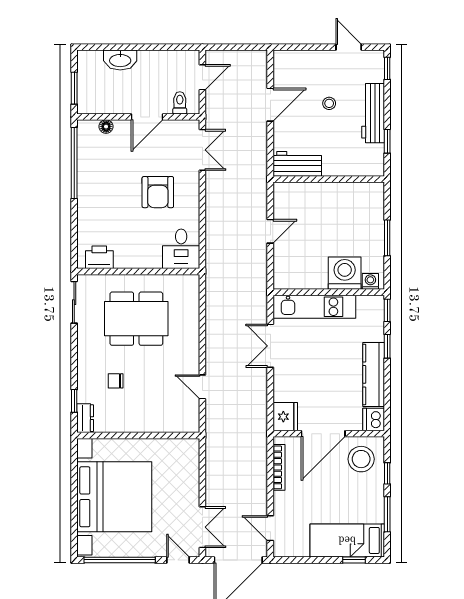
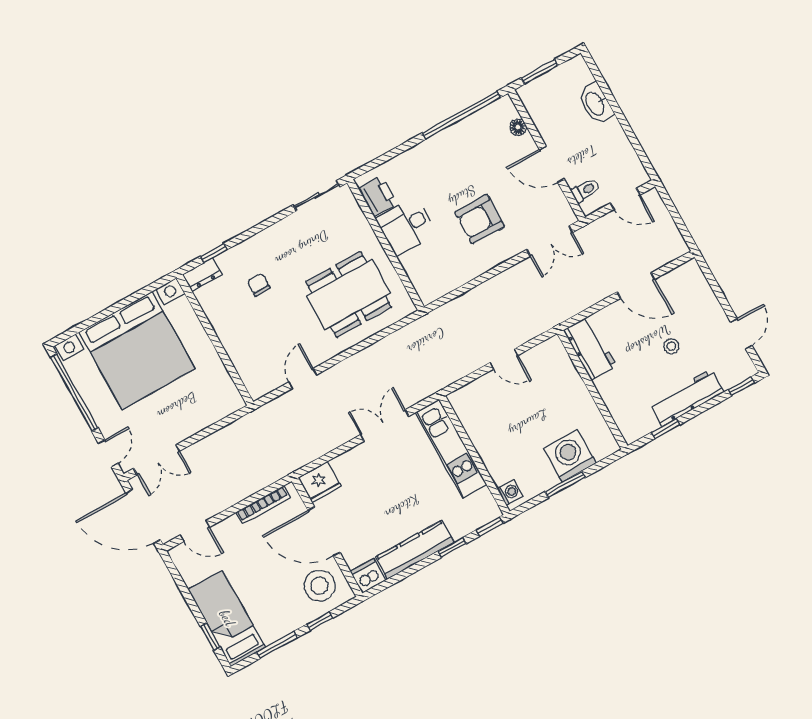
desk: (181, 249) -> (406, 226), moved
washing machine: (345, 273) -> (570, 456), moved, turned -90
dining table: (136, 319) -> (349, 294), moved, turned 90
door: (270, 528) -> (195, 531), swing flipped

